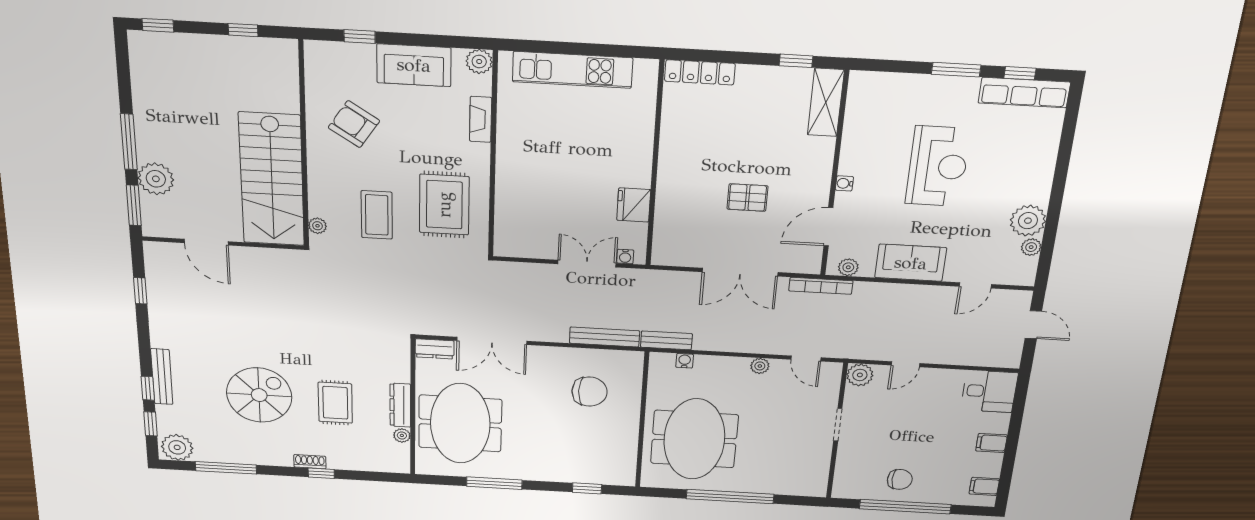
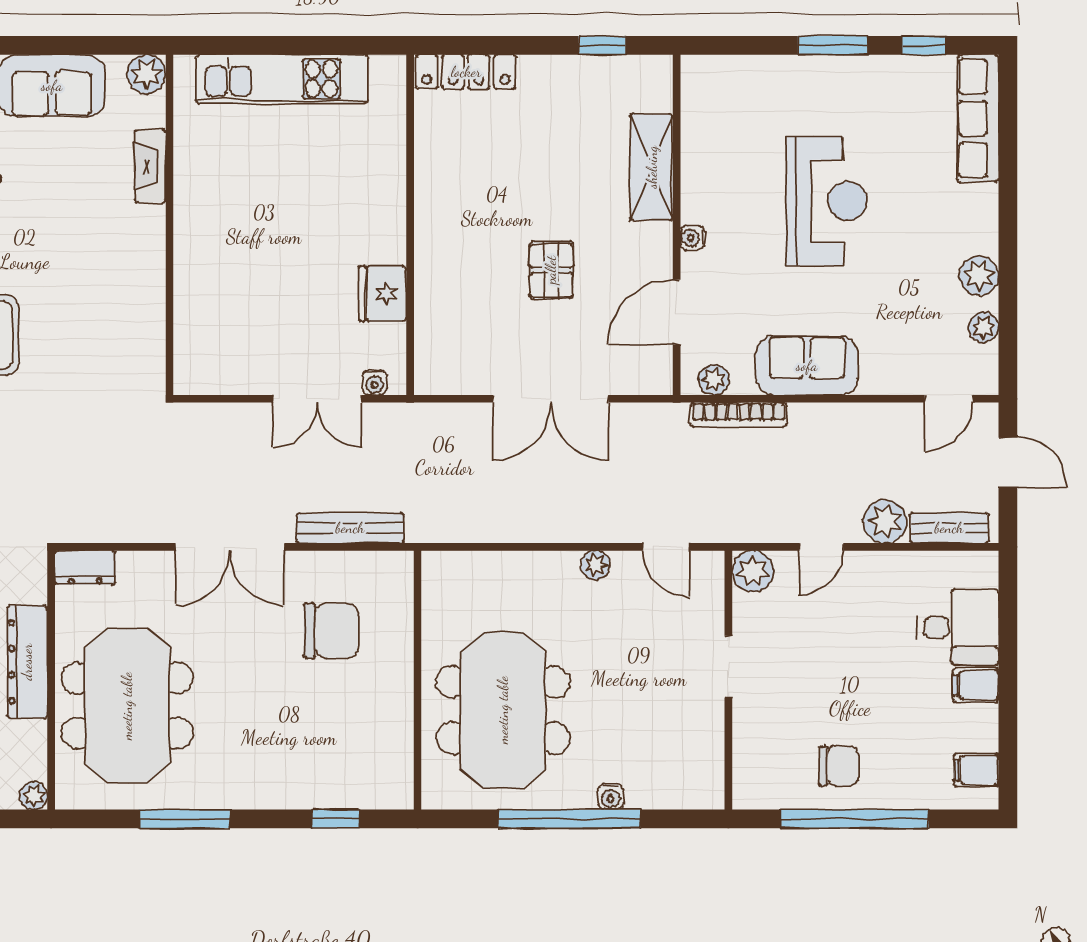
row of seats: (1024, 93) -> (978, 118), moved, turned 90
shelving: (826, 102) -> (652, 167), moved
pallet: (747, 198) -> (551, 270), turned 90
rug: (444, 205) -> (98, 311), removed
plant: (1028, 221) -> (979, 276), width x0.73, depth x0.73
double door: (587, 264) -> (317, 399), swing flipped
door: (975, 285) -> (949, 399), moved
bookcase: (821, 286) -> (739, 415), moved
bench: (666, 340) -> (949, 528), moved
double door: (492, 341) -> (230, 547), moved
plant: (948, 353) -> (885, 521), added
water cooler: (685, 361) -> (611, 797), moved, turned 180
desk: (989, 391) -> (958, 627), moved
dresser: (400, 405) -> (27, 662), width x1.37, depth x1.24
plant: (402, 435) -> (34, 796), moved

